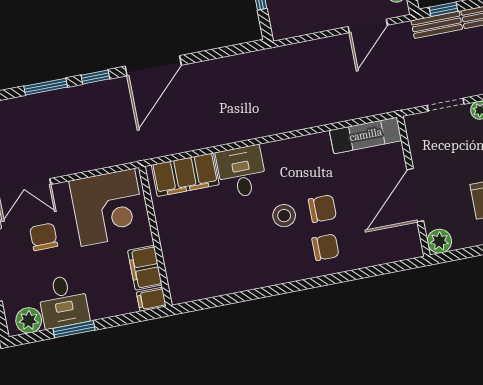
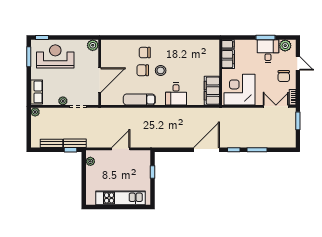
door: (368, 26) -> (121, 149), moved
exam couch: (366, 135) -> (139, 100), moved
filing cabinet: (185, 175) -> (212, 91), moved, turned -90
door: (415, 195) -> (100, 80), moved
chair: (44, 237) -> (284, 76), moved

